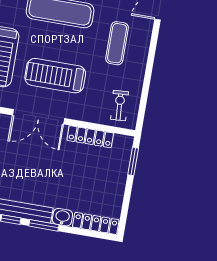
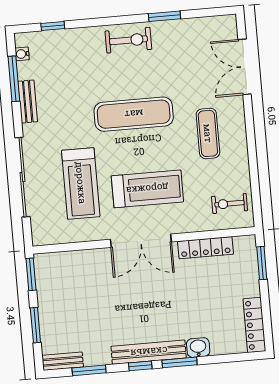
treadmill: (55, 76) -> (147, 189), turned 180
exercise bike: (119, 106) -> (229, 204), turned -86
locker: (96, 223) -> (254, 325), moved, turned -90

